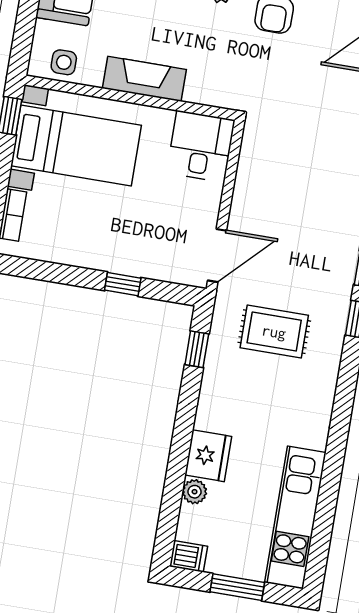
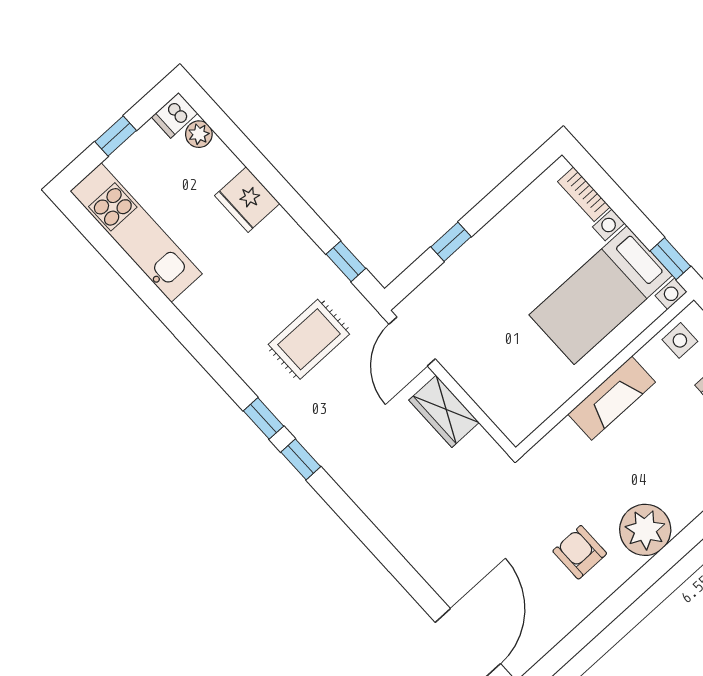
desk: (201, 146) -> (516, 401), removed
wardrobe: (249, 193) -> (444, 411), added
plant: (195, 492) -> (199, 134), moved
window: (237, 587) -> (116, 136), width x0.67

